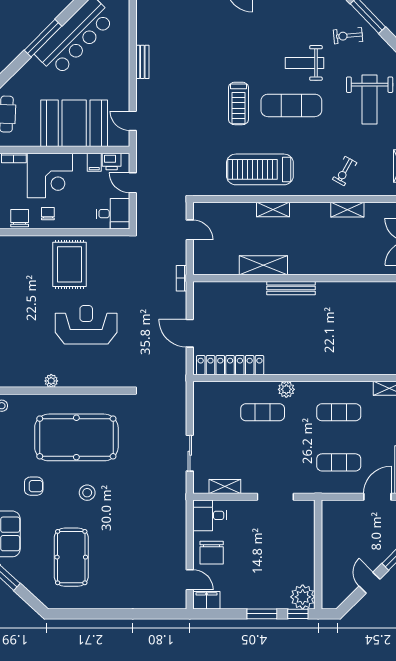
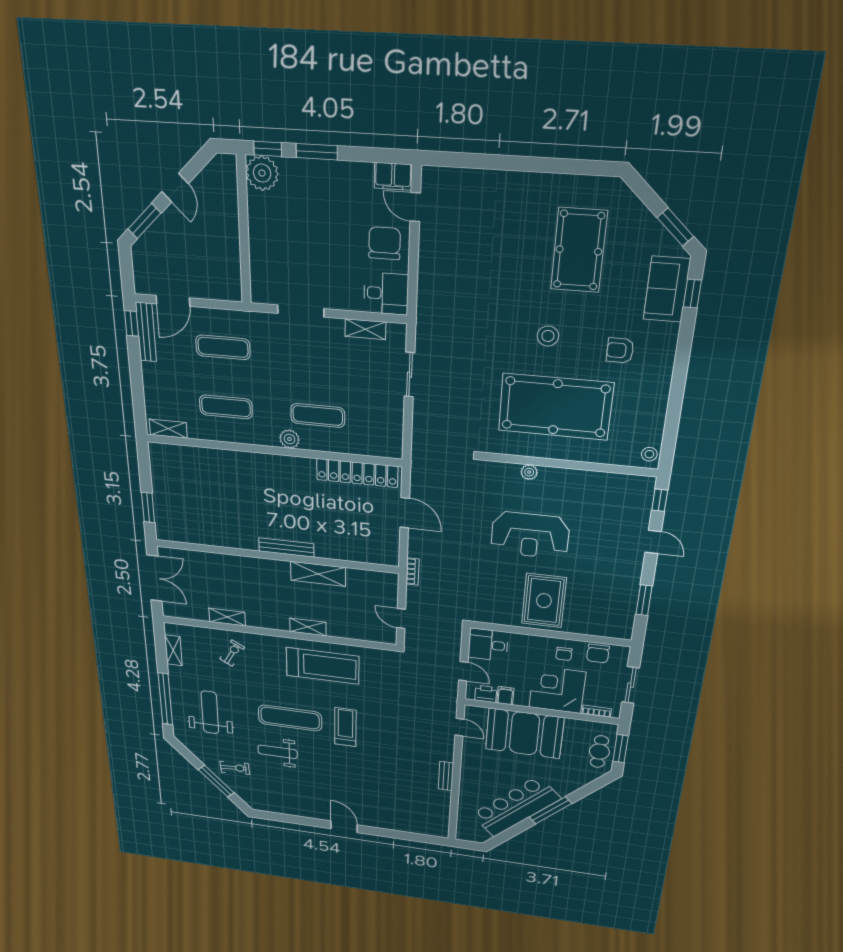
weight bench: (304, 63) -> (278, 752), turned 180
plant: (51, 381) -> (529, 472), moved

